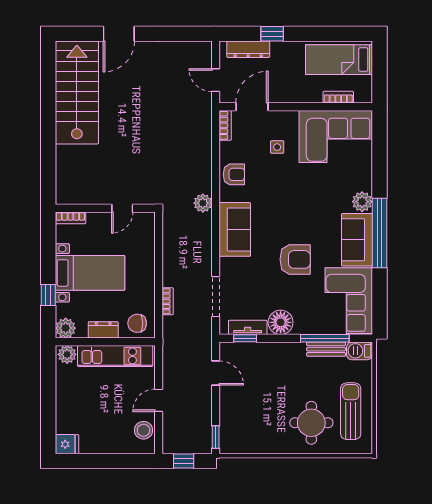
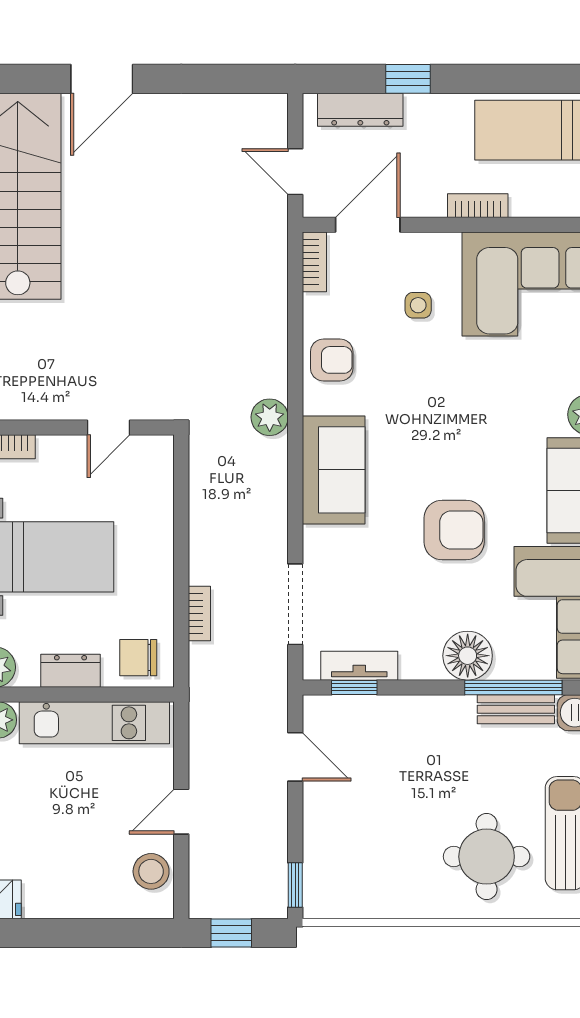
bookcase: (338, 97) -> (478, 206), moved
floor lamp: (281, 322) -> (468, 656), moved

